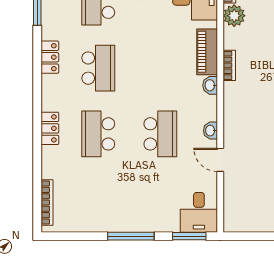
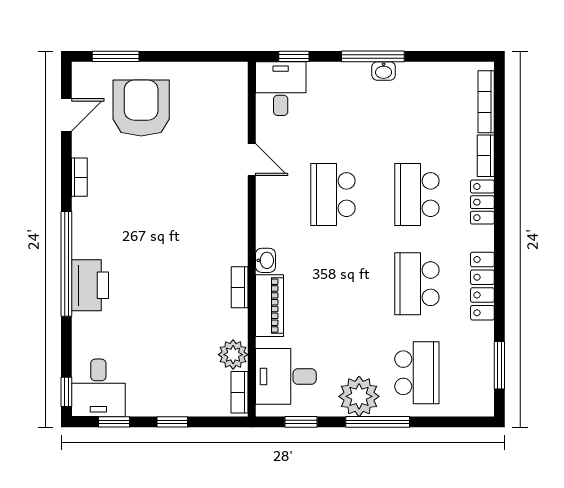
locker: (50, 57) -> (482, 286), width x1.53
washbasin: (210, 131) -> (384, 71), moved, turned 90
school desk: (98, 134) -> (417, 195), turned 180
bookcase: (47, 163) -> (486, 156), added
window: (189, 236) -> (294, 56), width x0.67

